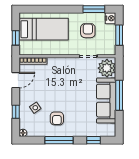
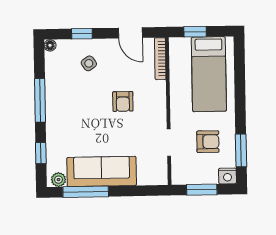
plant: (107, 68) -> (59, 180), moved, width x0.53, depth x0.53
window: (119, 95) -> (86, 192), moved
armchair: (57, 118) -> (123, 101), moved, turned -90

